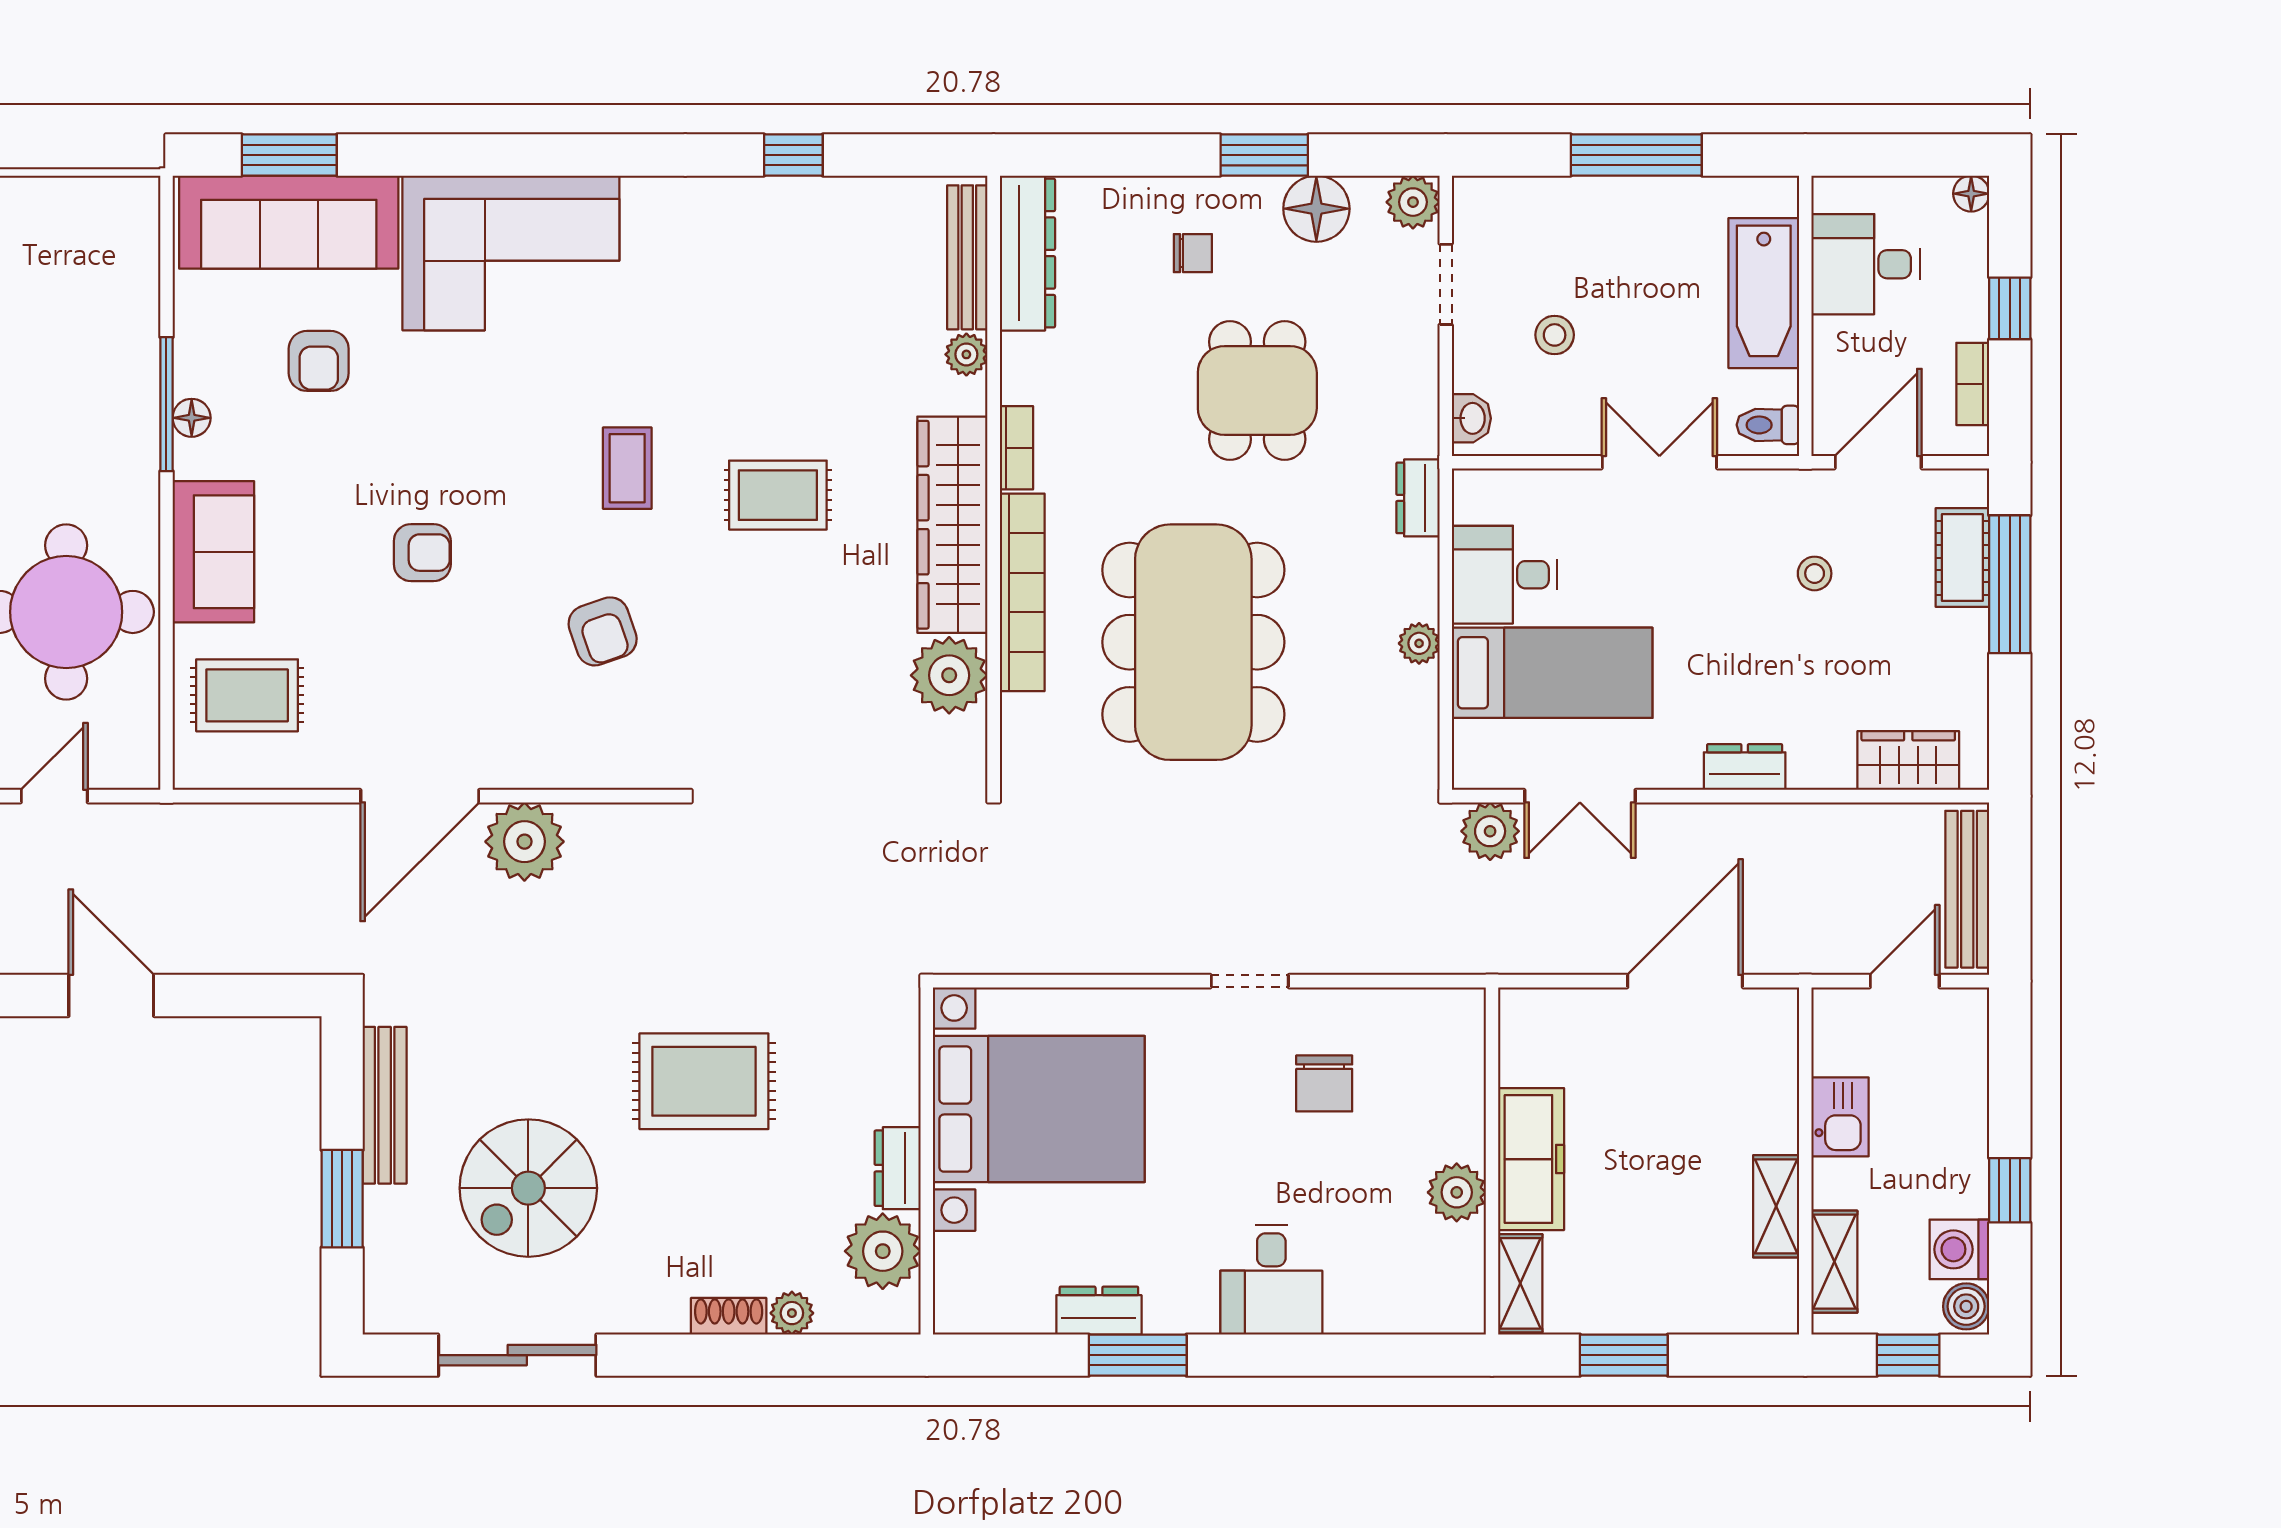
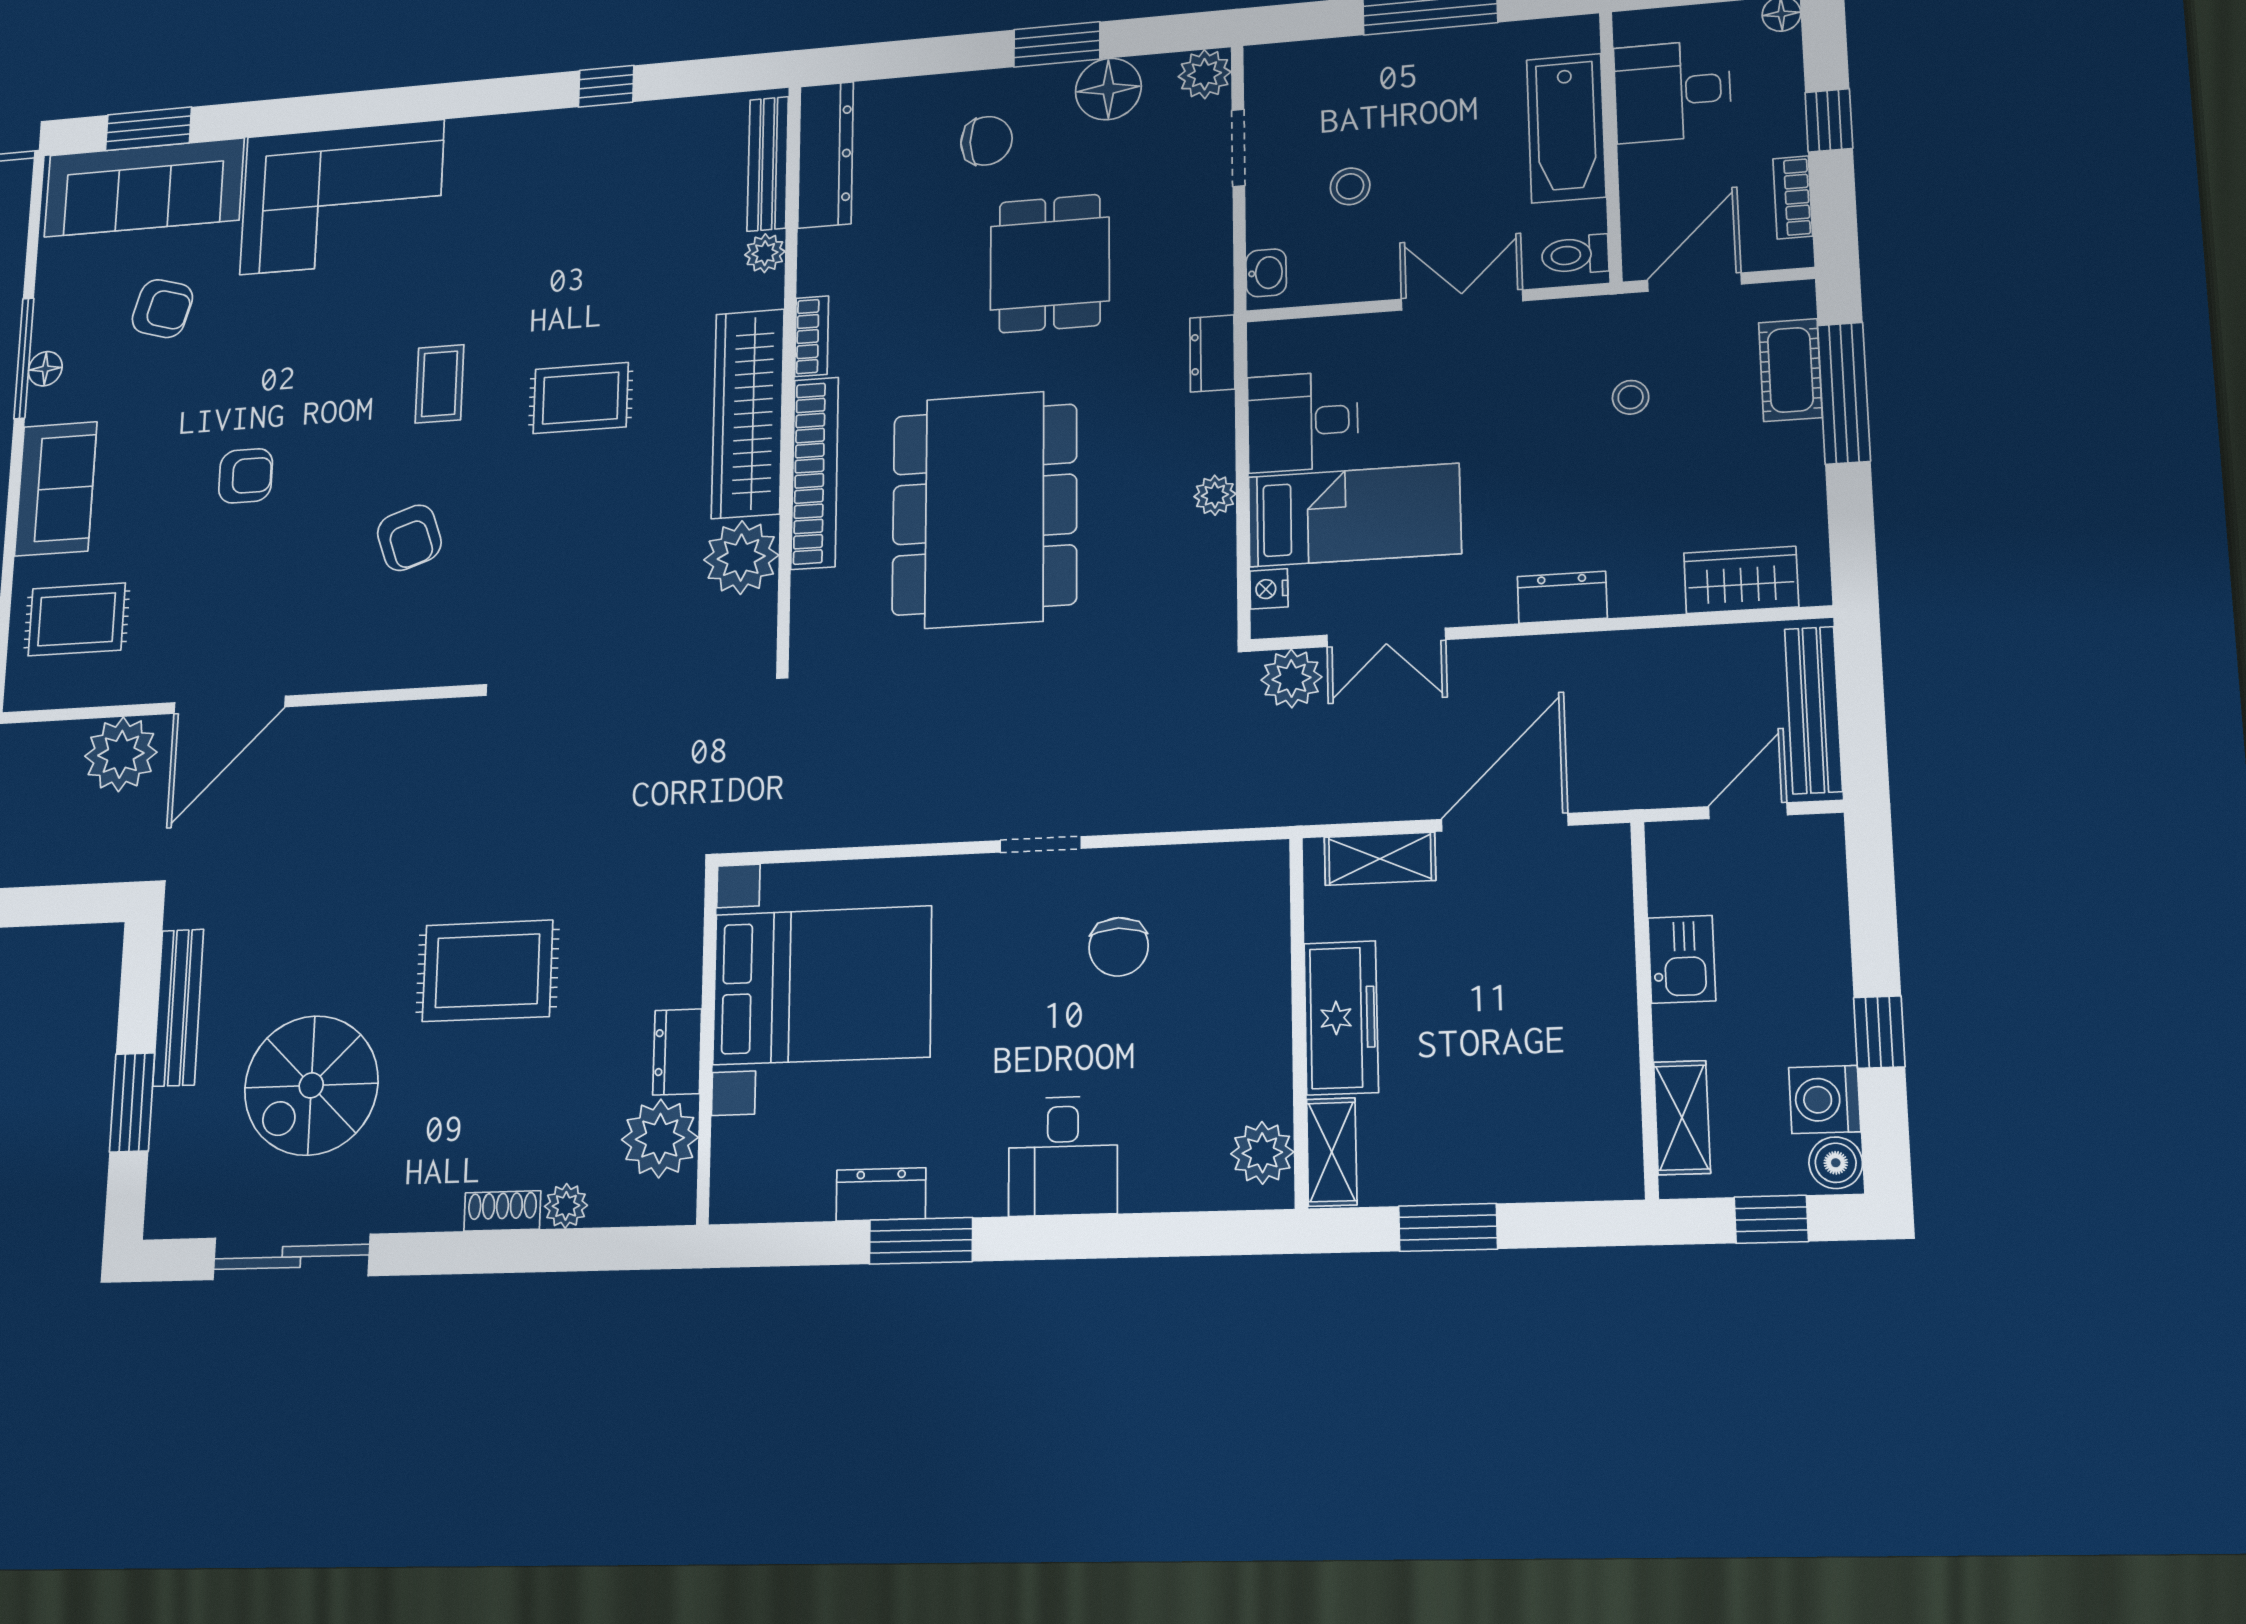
chair: (1193, 253) -> (986, 141), width x1.37, depth x1.37
armchair: (319, 361) -> (162, 309), turned -74
nightstand: (1470, 741) -> (1269, 589), added
plant: (524, 842) -> (121, 754), moved
plant: (1457, 1192) -> (1262, 1153), moved
shelving: (1776, 1206) -> (1380, 859), moved, turned 90

